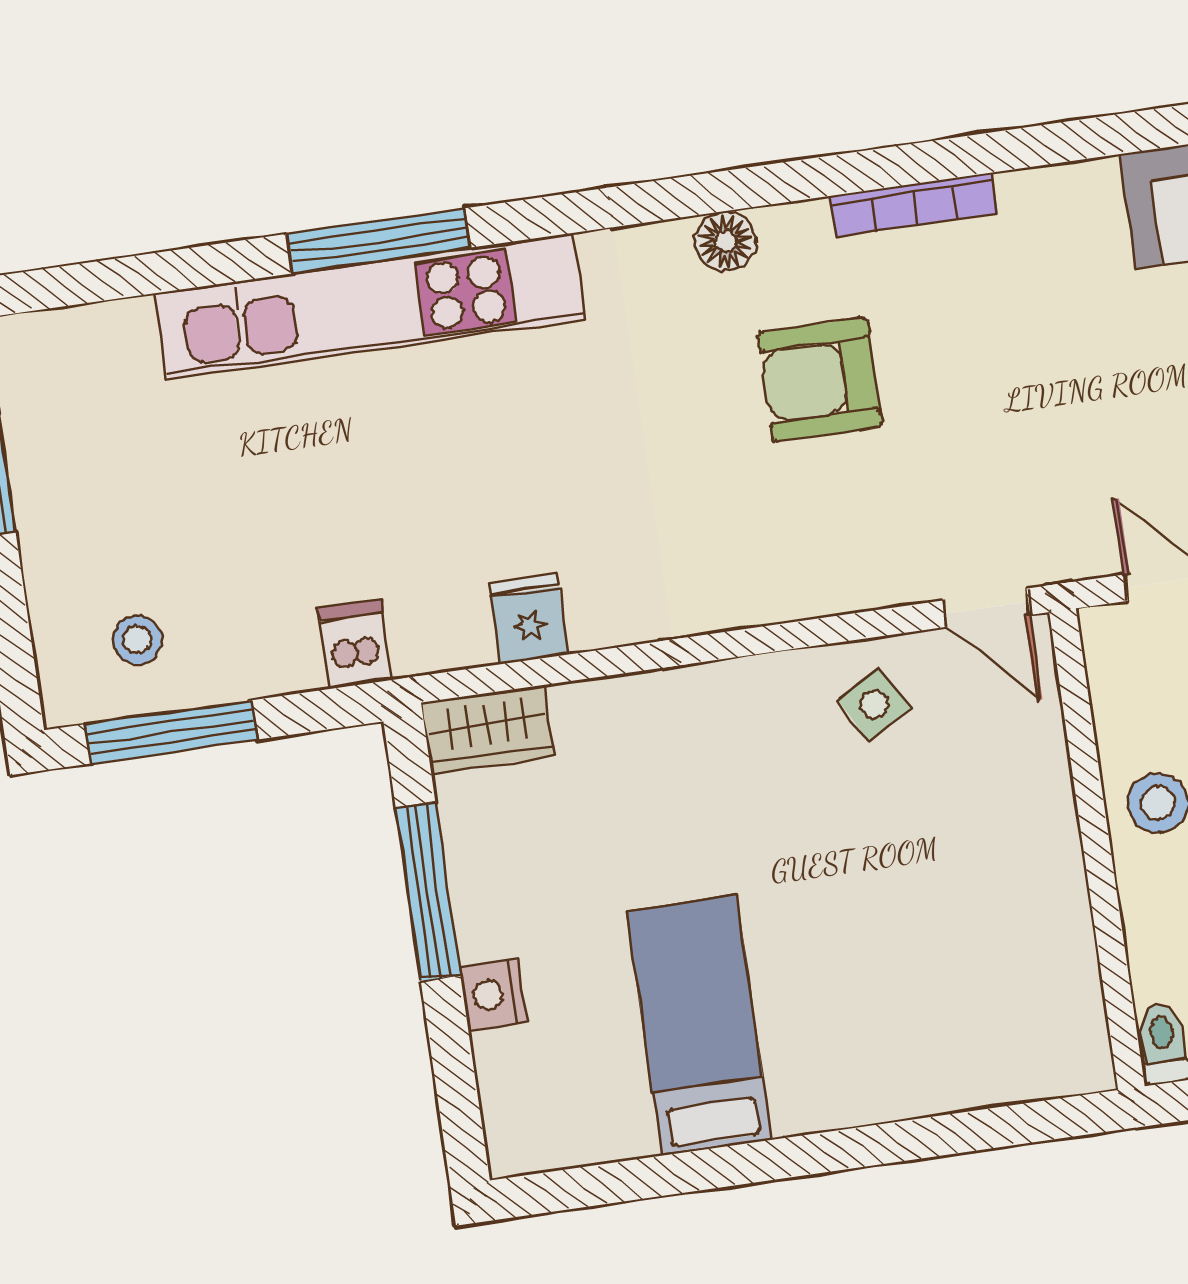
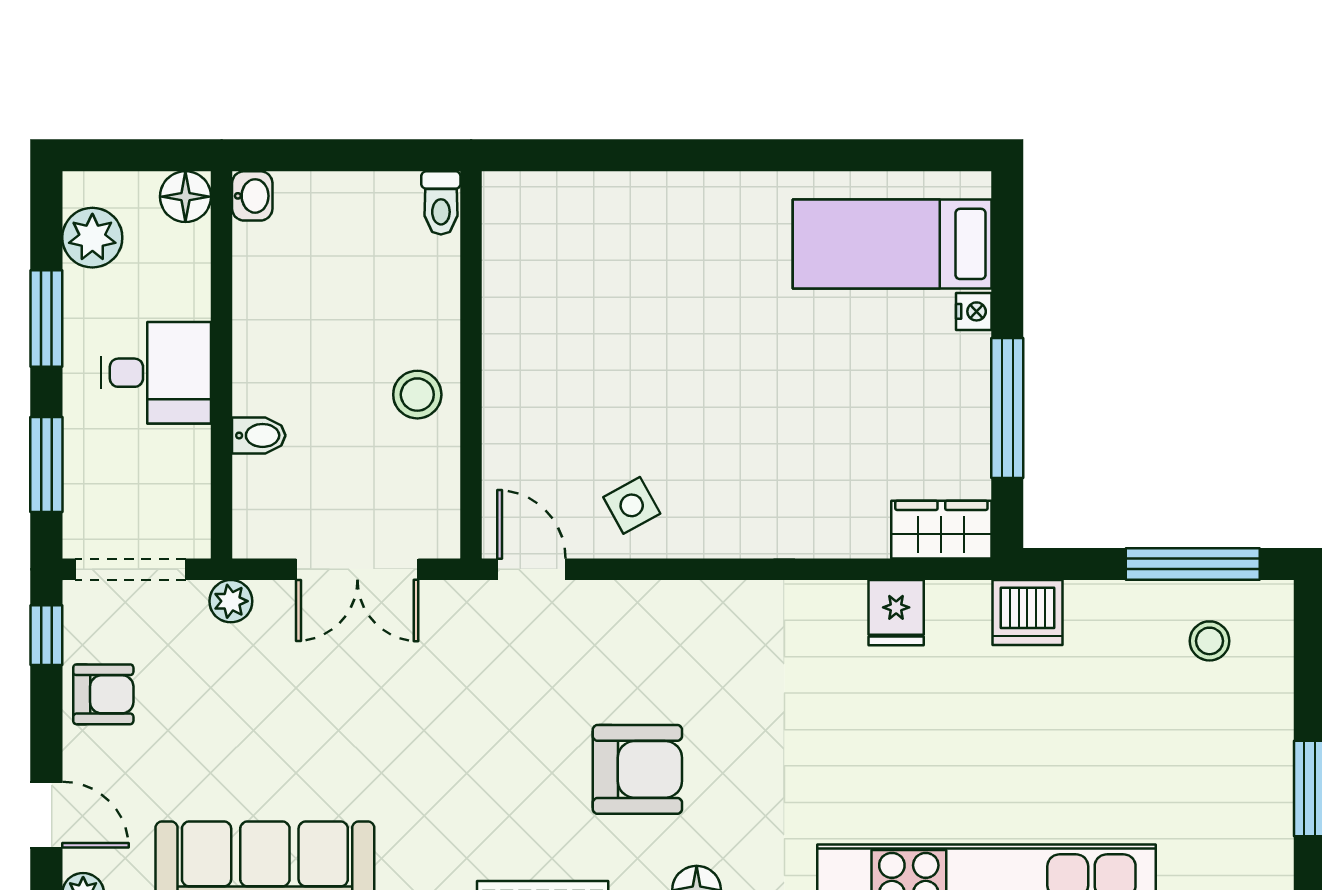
dishwasher: (355, 644) -> (1027, 613), width x1.38
nightstand: (493, 994) -> (974, 311), width x0.72, depth x0.74
bed: (699, 1026) -> (892, 244), moved, turned 90

